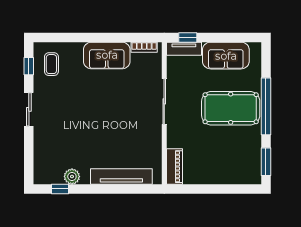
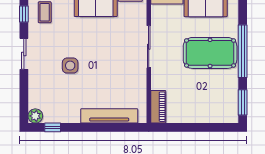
side table: (79, 122) -> (70, 66), added
plant: (72, 177) -> (35, 116), moved

